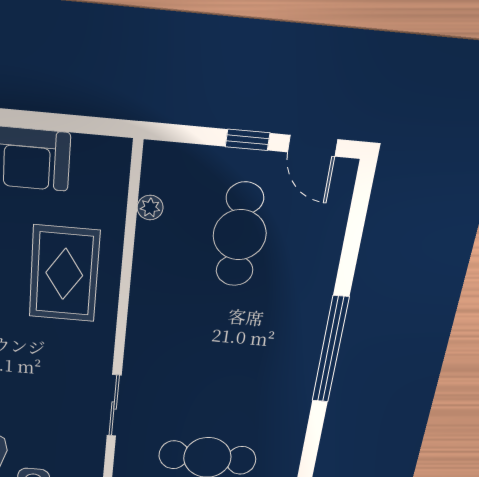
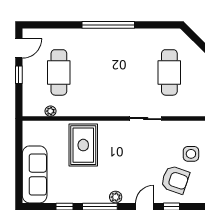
cafe table: (240, 235) -> (59, 72), turned 90
rug: (64, 274) -> (83, 145), turned 90

